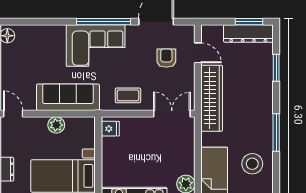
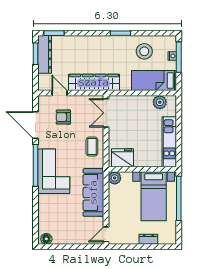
door: (198, 53) -> (59, 93), hinge flipped
window: (276, 68) -> (54, 33), moved
plant: (56, 125) -> (115, 178), moved
fridge: (110, 129) -> (123, 158), width x1.88, depth x1.34
window: (276, 133) -> (120, 33), width x0.69

